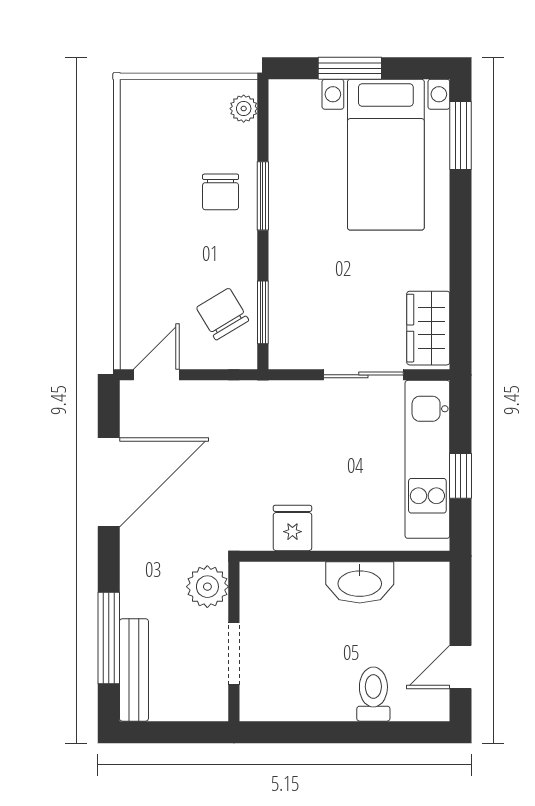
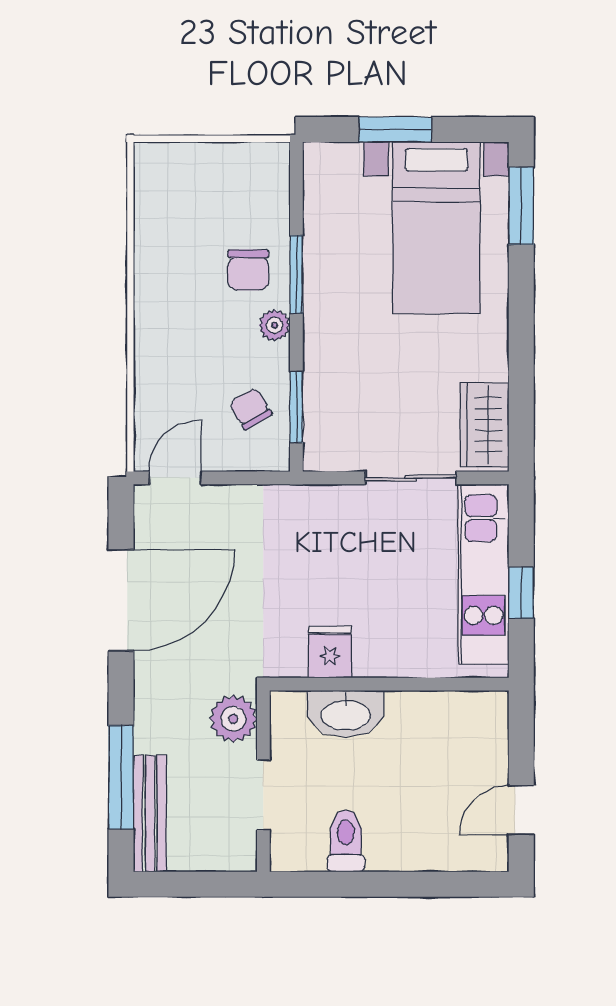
plant: (244, 109) -> (275, 325), moved
chair: (223, 314) -> (251, 409), width x0.73, depth x0.73
washbasin: (360, 582) -> (346, 714), moved
toilet: (373, 694) -> (346, 841), moved

